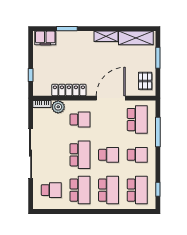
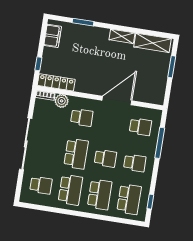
filing cabinet: (45, 38) -> (53, 36), moved, turned -90
pallet: (145, 81) -> (155, 89), removed
locker: (69, 90) -> (56, 82), moved
school desk: (137, 120) -> (141, 127), width x0.54

